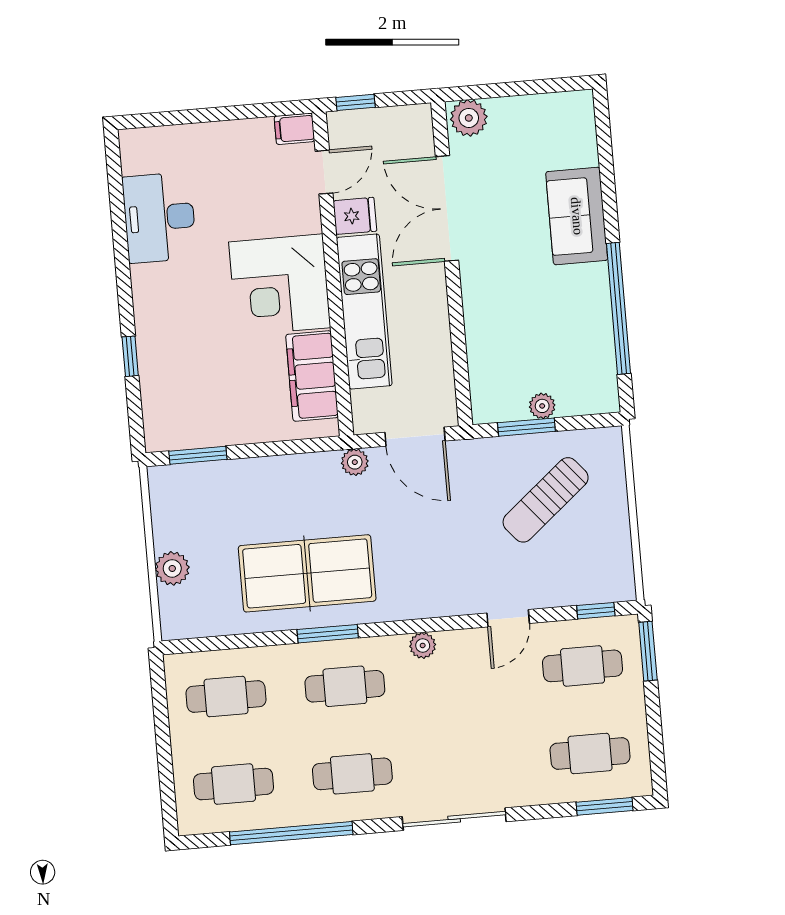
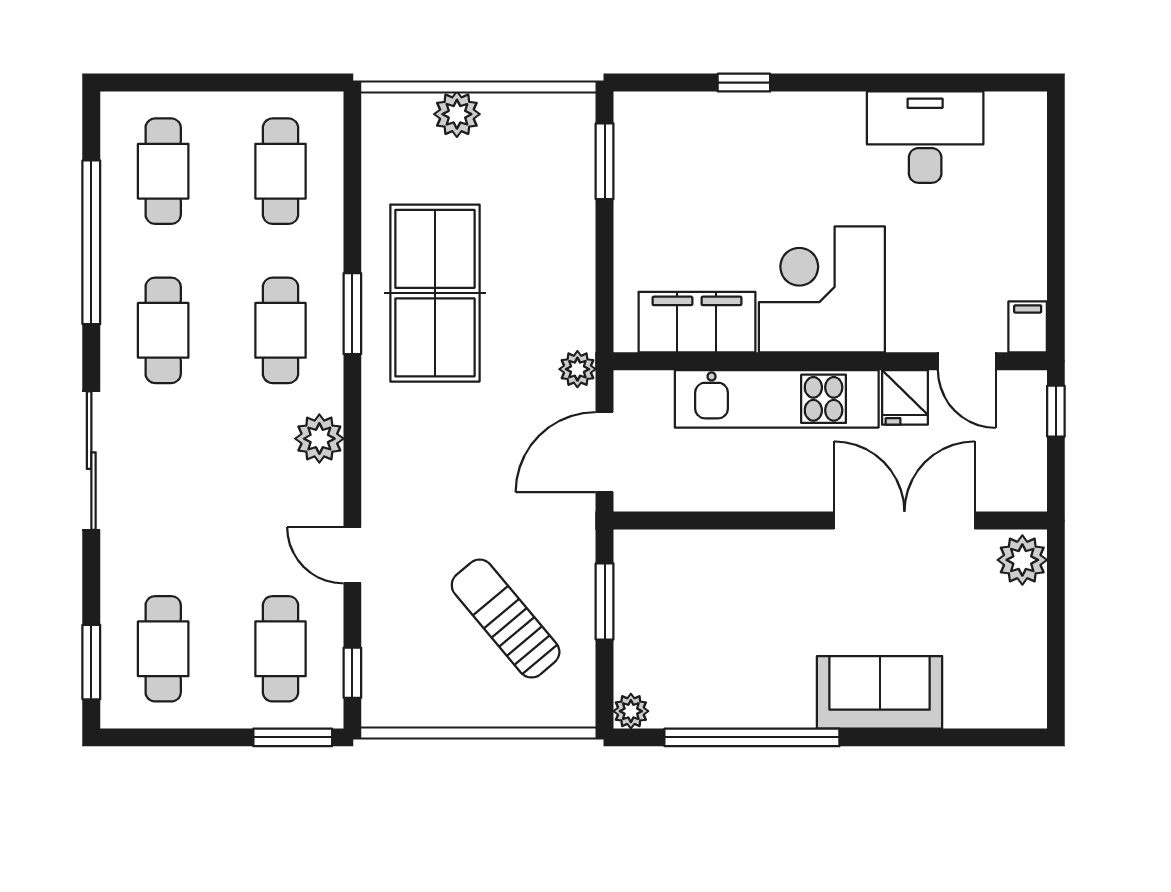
plant: (542, 406) -> (631, 711), moved
plant: (423, 645) -> (319, 439), width x1.38, depth x1.38

